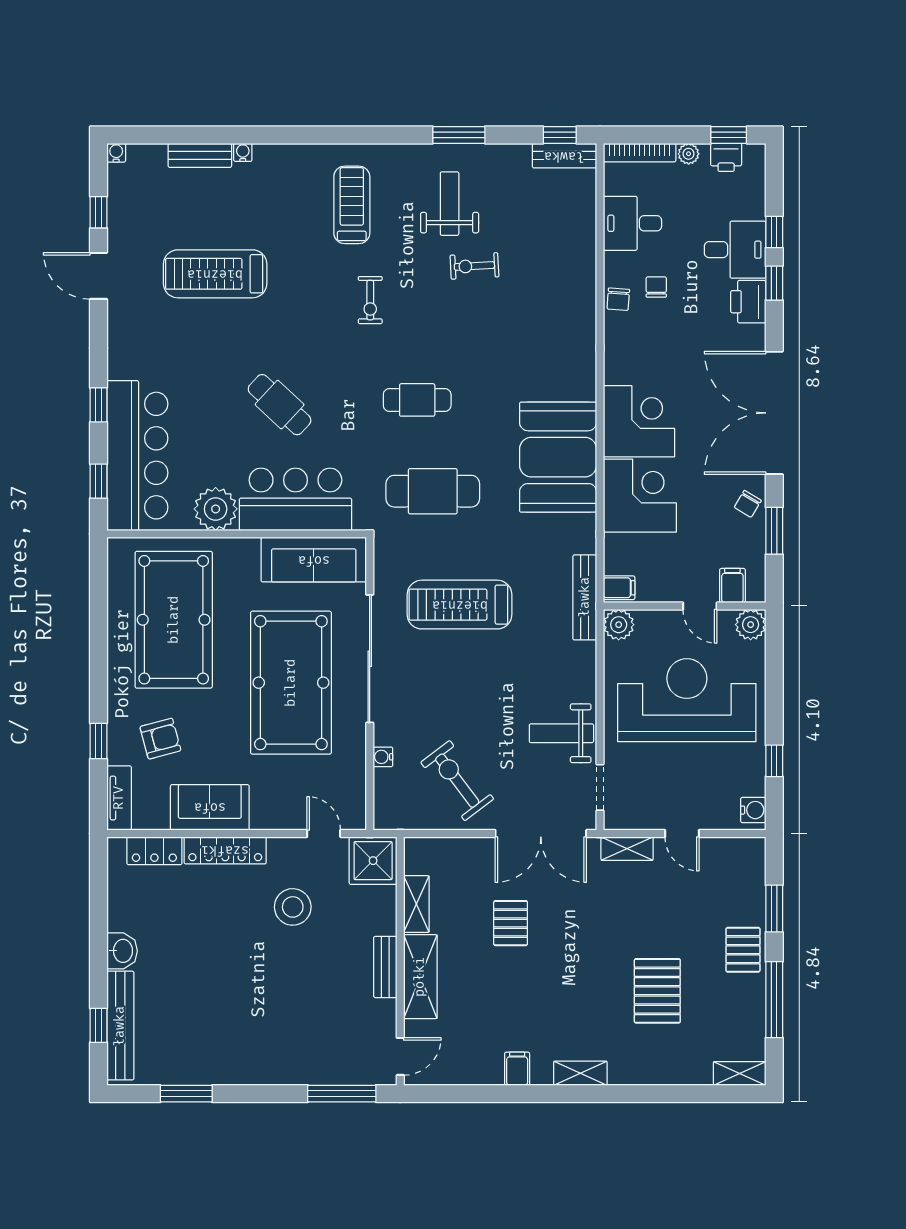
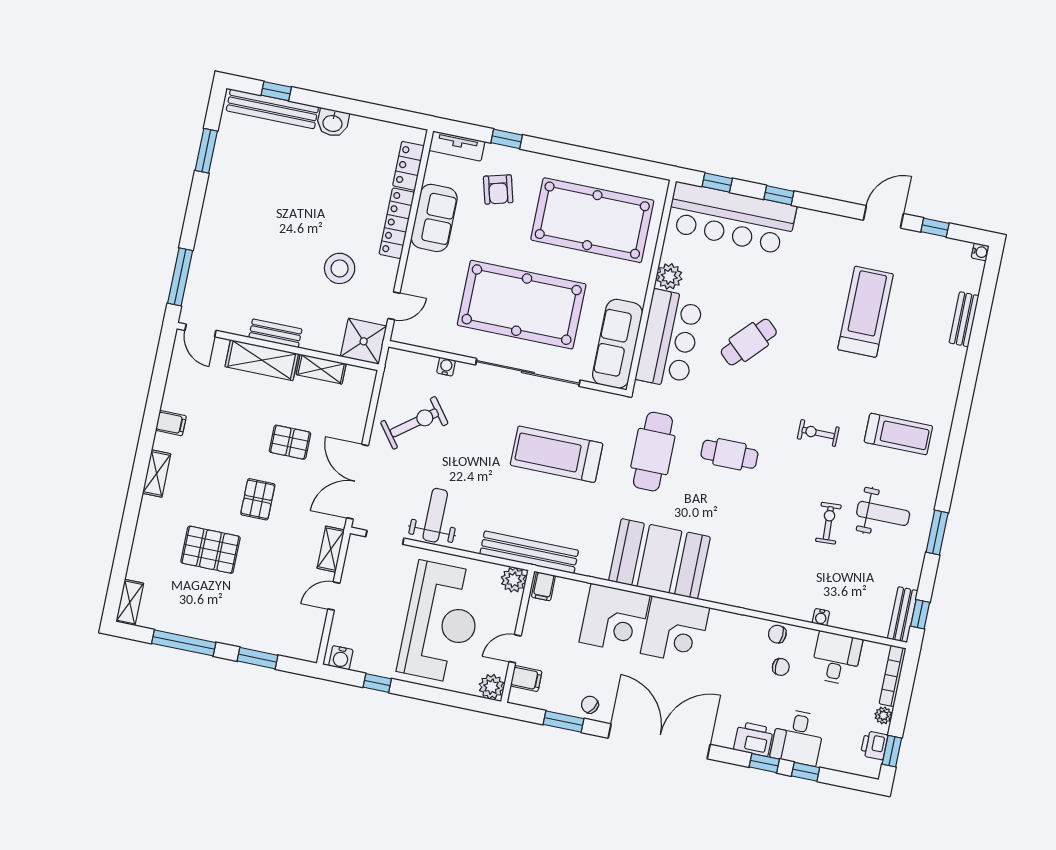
water cooler: (243, 152) -> (821, 617), moved, turned 90
cafe table: (417, 400) -> (729, 454), turned 90
plant: (216, 509) -> (669, 276), width x0.73, depth x0.73
bench: (585, 597) -> (529, 552), width x1.37, depth x1.21
treadmill: (460, 605) -> (557, 454), turned -90
pallet: (743, 950) -> (258, 499), moved, turned 90

